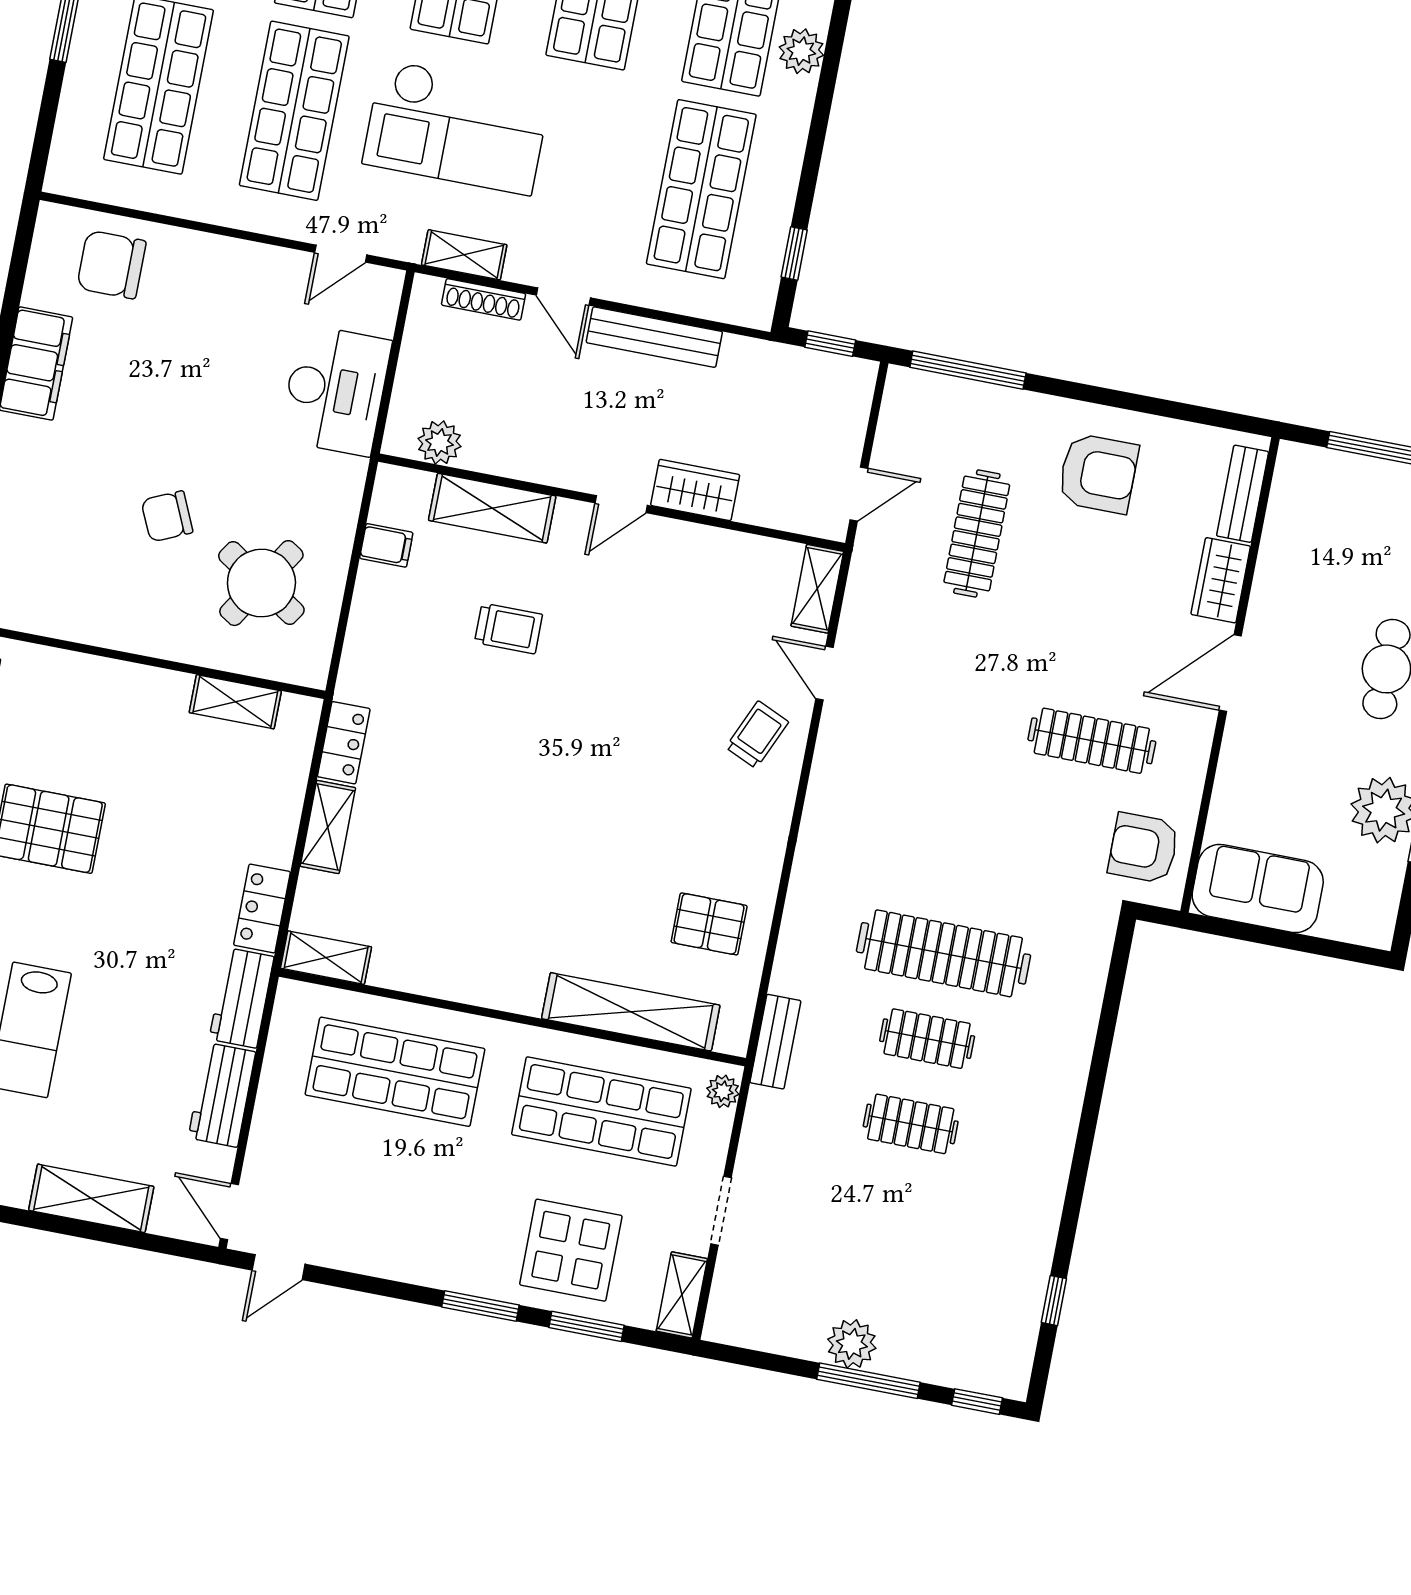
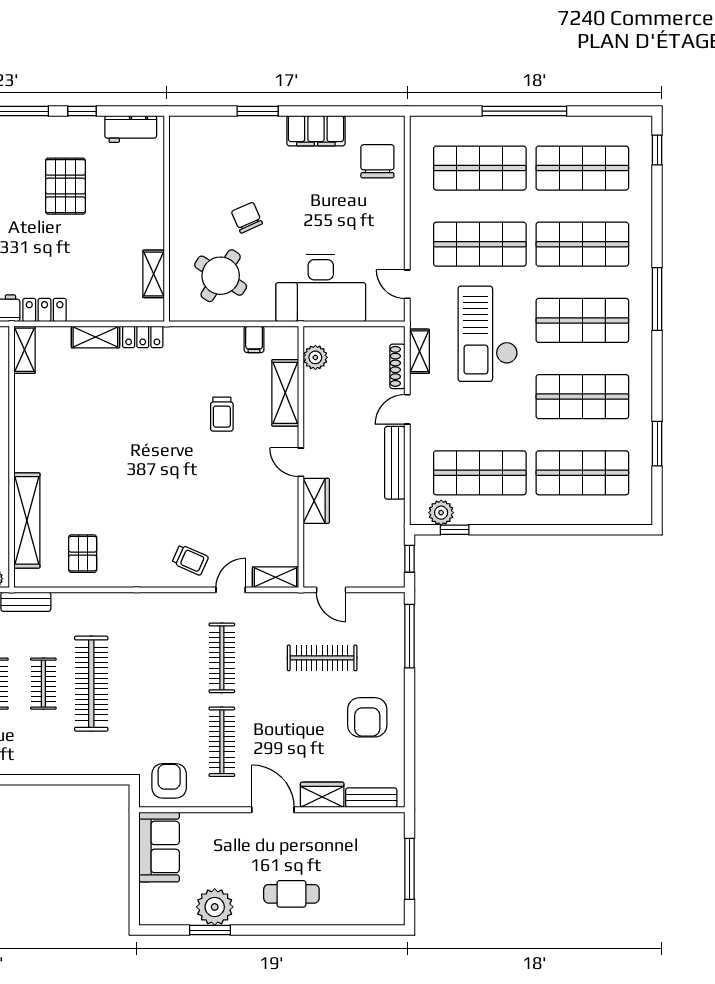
plant: (801, 51) -> (441, 513), moved
desk: (335, 390) -> (321, 288), width x1.36, depth x1.30
clothes rail: (942, 712) -> (222, 658), added

